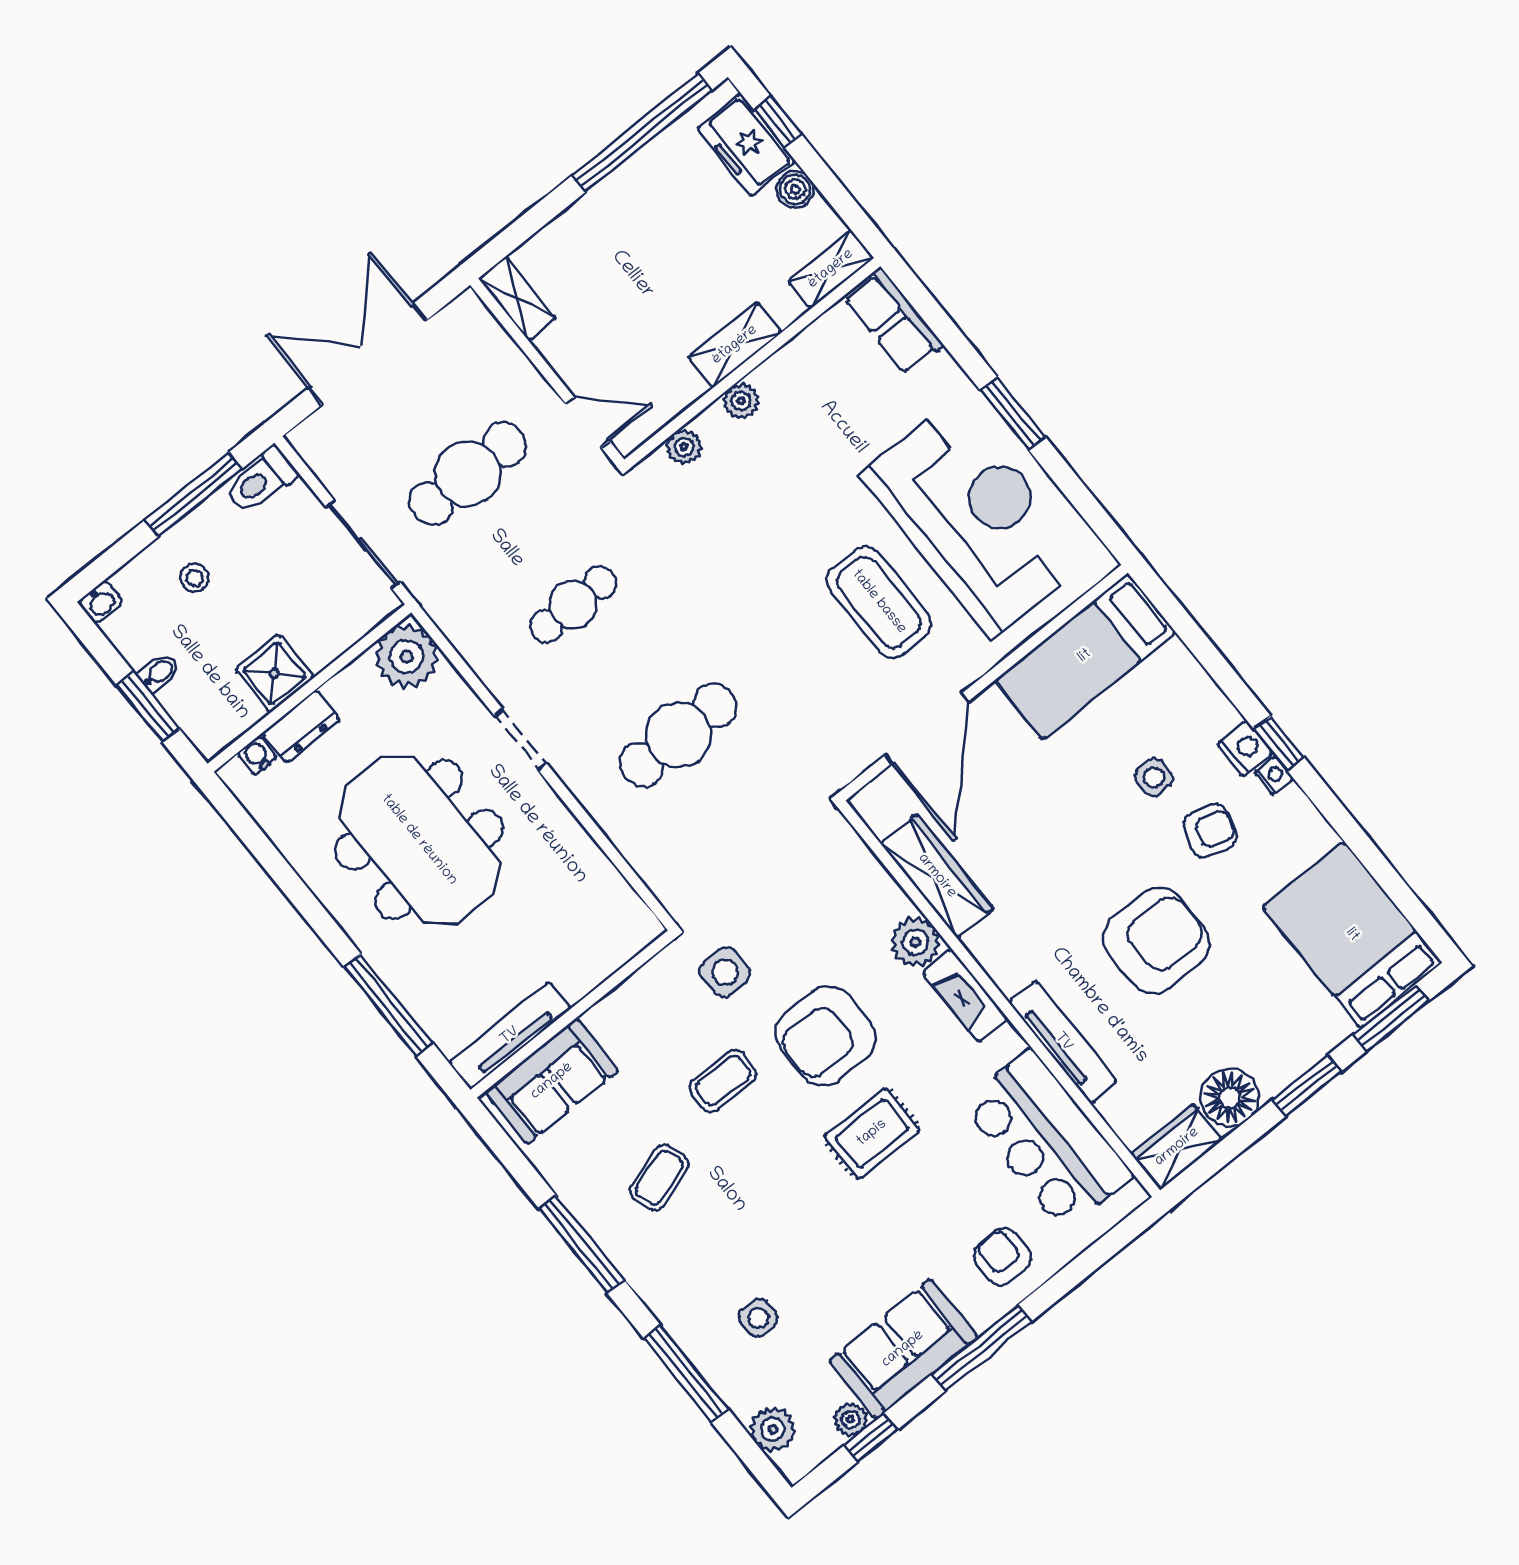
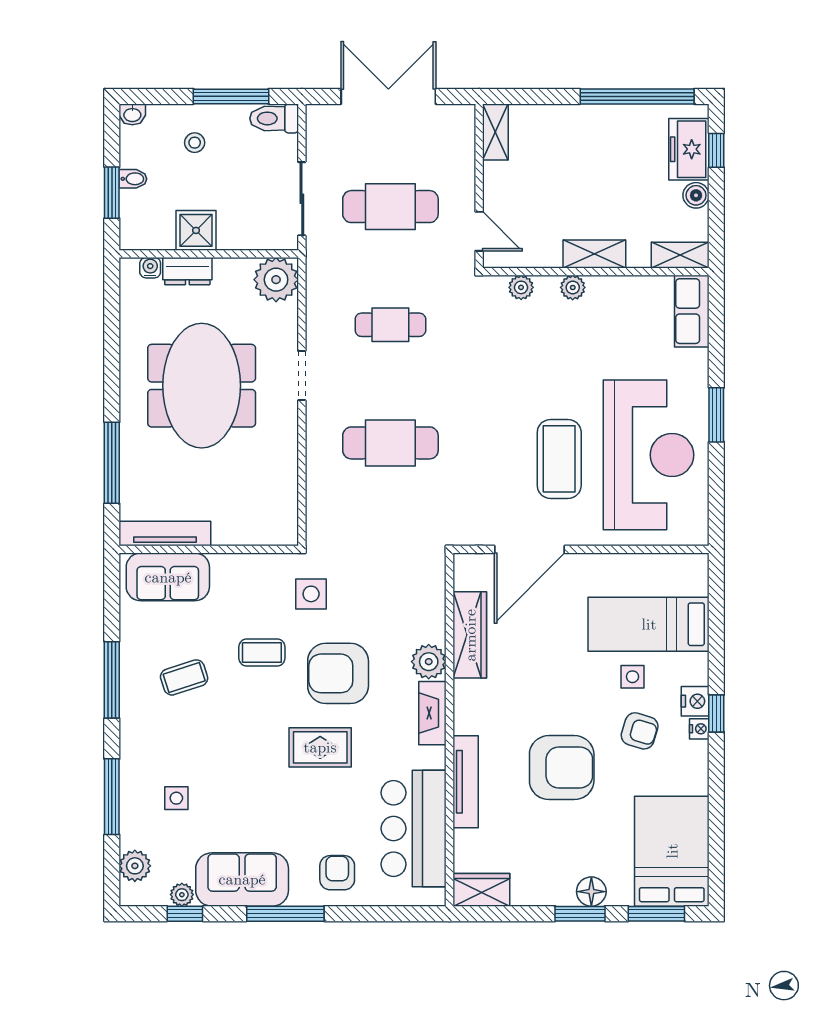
bed: (1085, 656) -> (649, 624), moved
floor lamp: (1230, 1098) -> (591, 892), moved, width x0.73, depth x0.73

